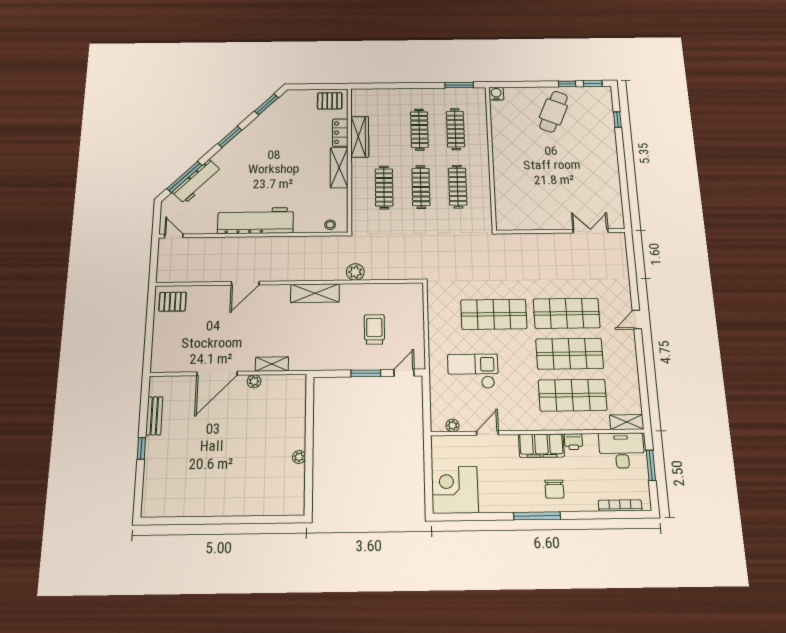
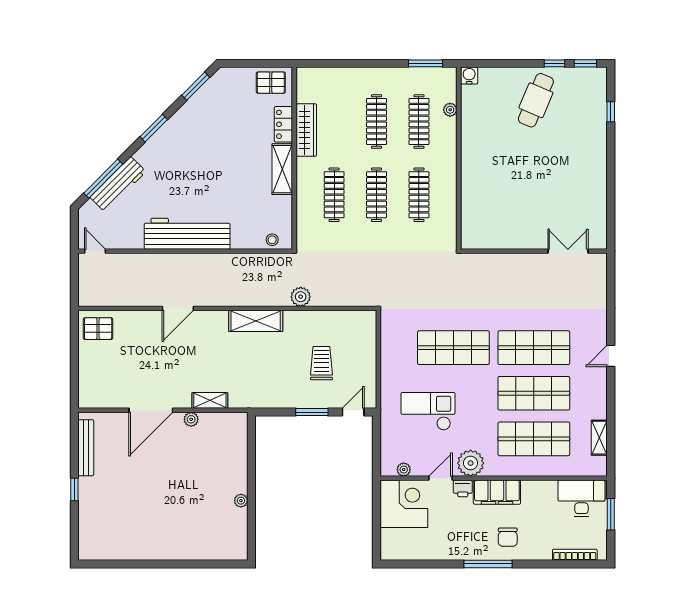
plant: (481, 120) -> (450, 110), added
bench: (154, 416) -> (86, 448), width x1.36
plant: (515, 418) -> (471, 463), added
shelving: (627, 422) -> (599, 438), moved, turned 90
printer: (573, 442) -> (463, 488), moved
corner desk: (455, 490) -> (404, 504), moved, turned 90

